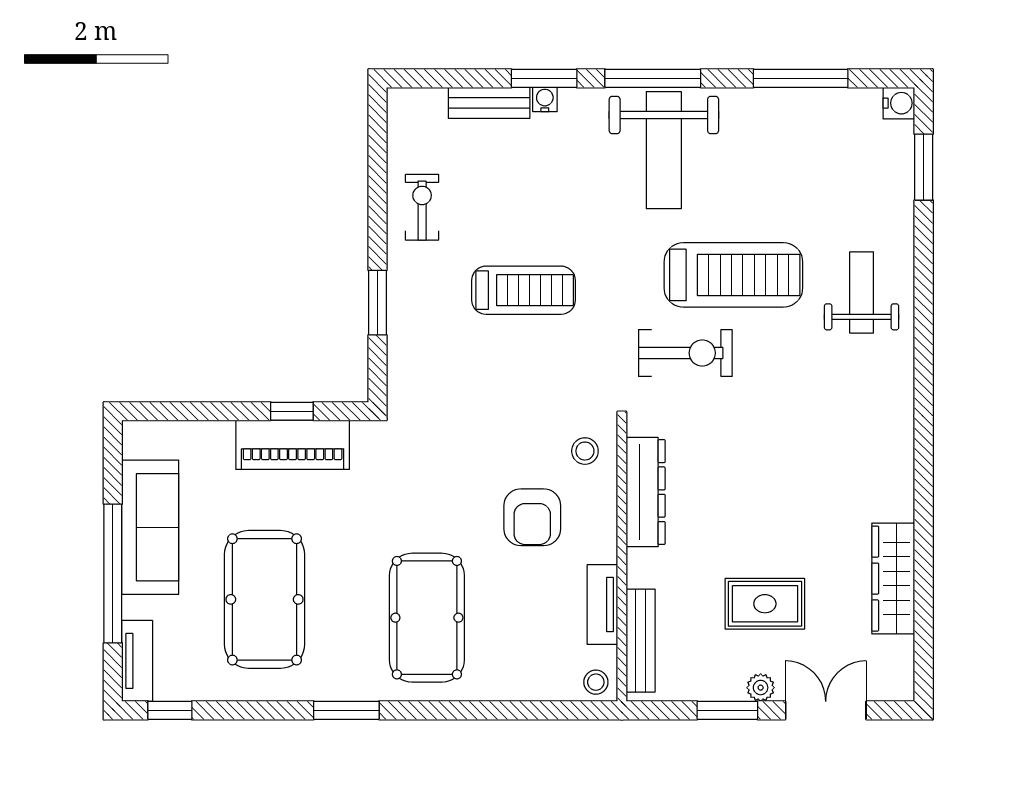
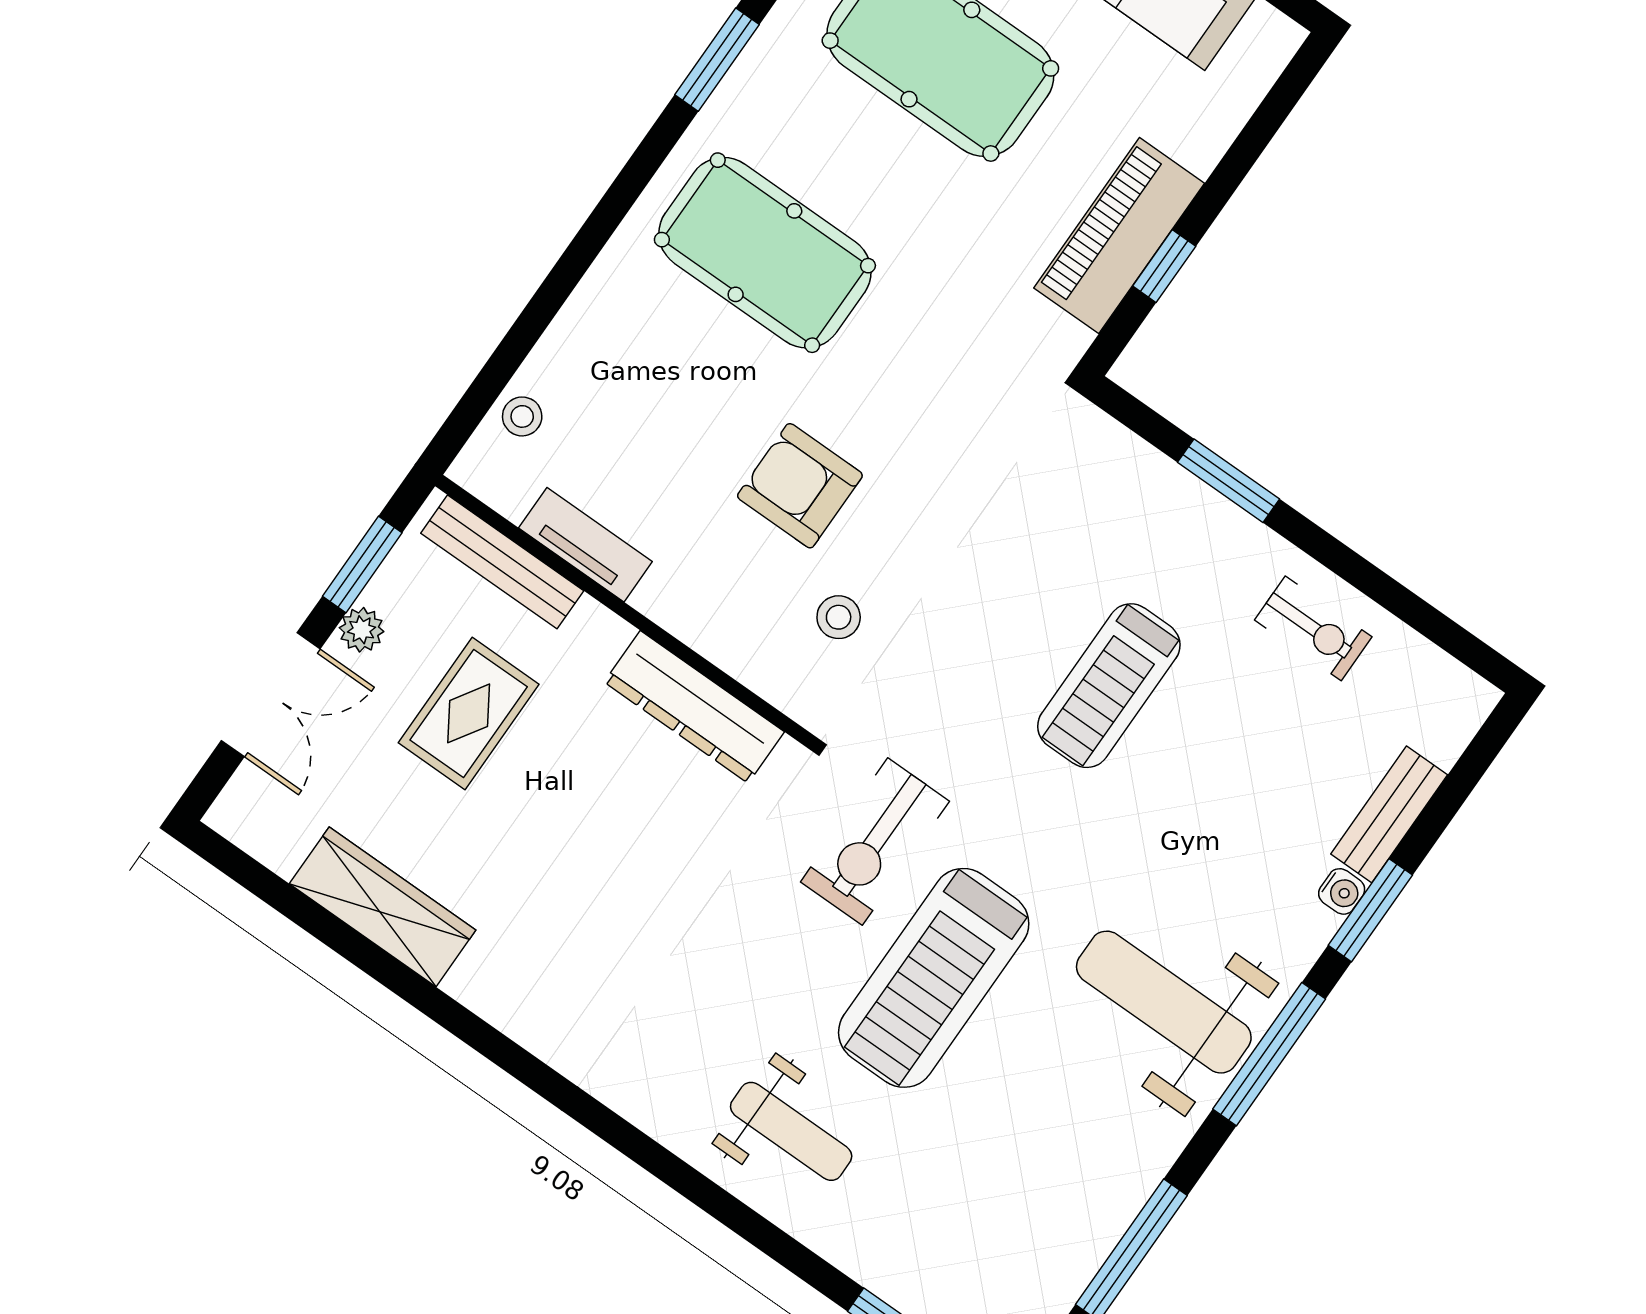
dresser: (646, 492) -> (694, 707), moved
wall: (622, 561) -> (625, 611), moved
tv unit: (602, 605) -> (585, 545), moved
bench: (641, 641) -> (502, 562), moved

